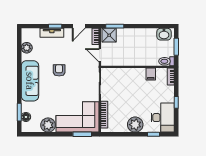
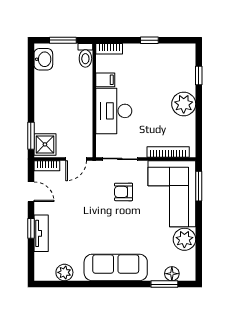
armchair: (59, 70) -> (124, 192), moved
desk: (163, 118) -> (114, 111), moved, turned -90

